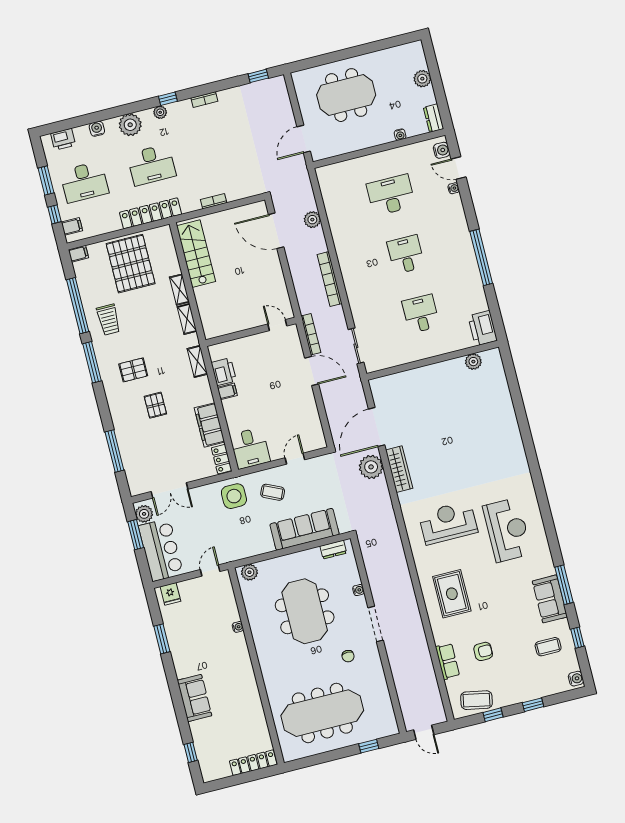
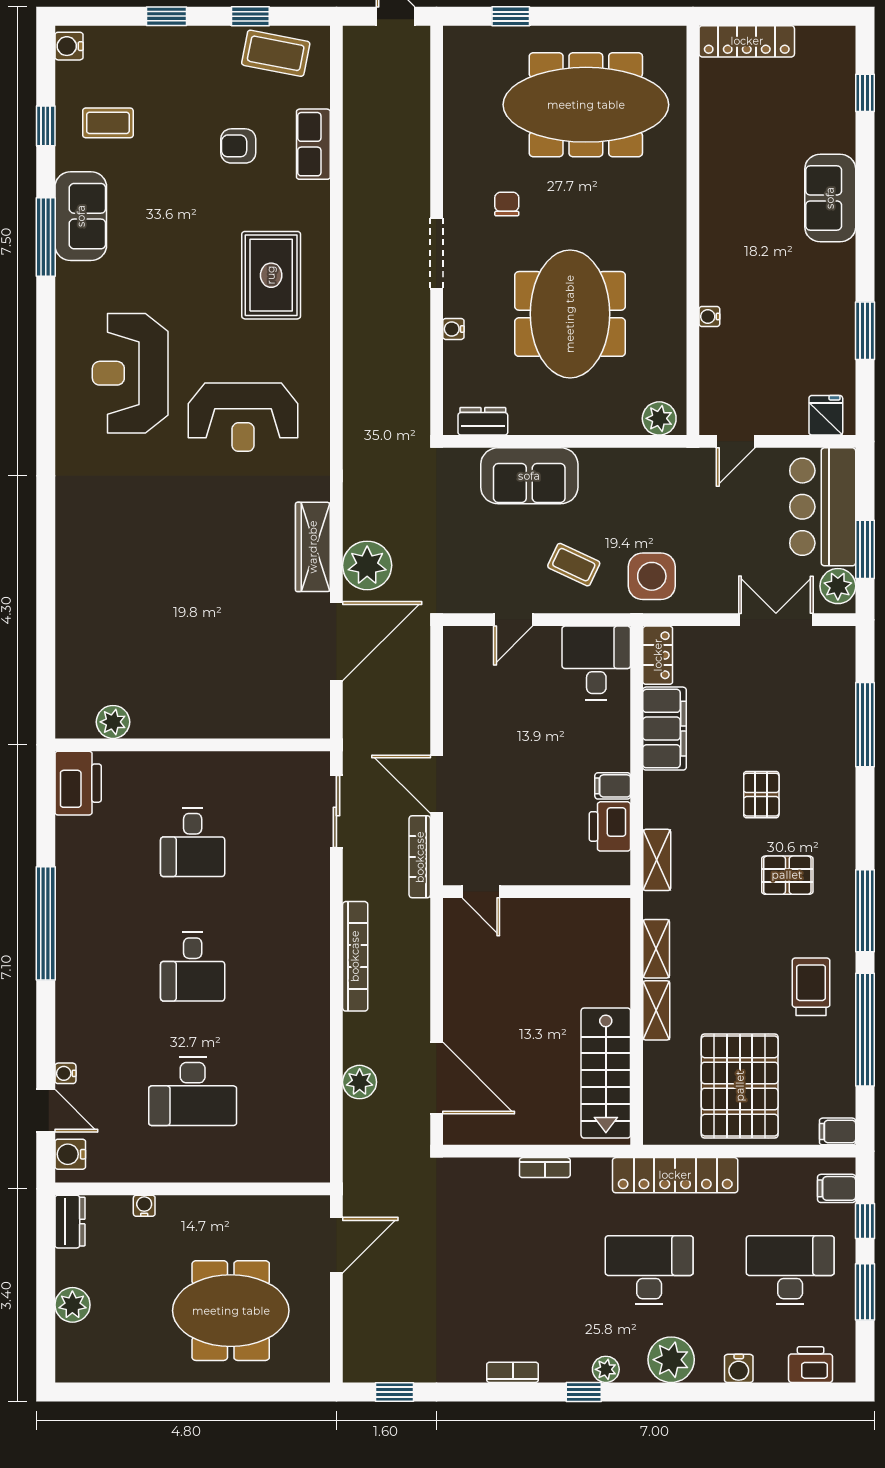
sofa: (305, 529) -> (529, 476), width x0.73

